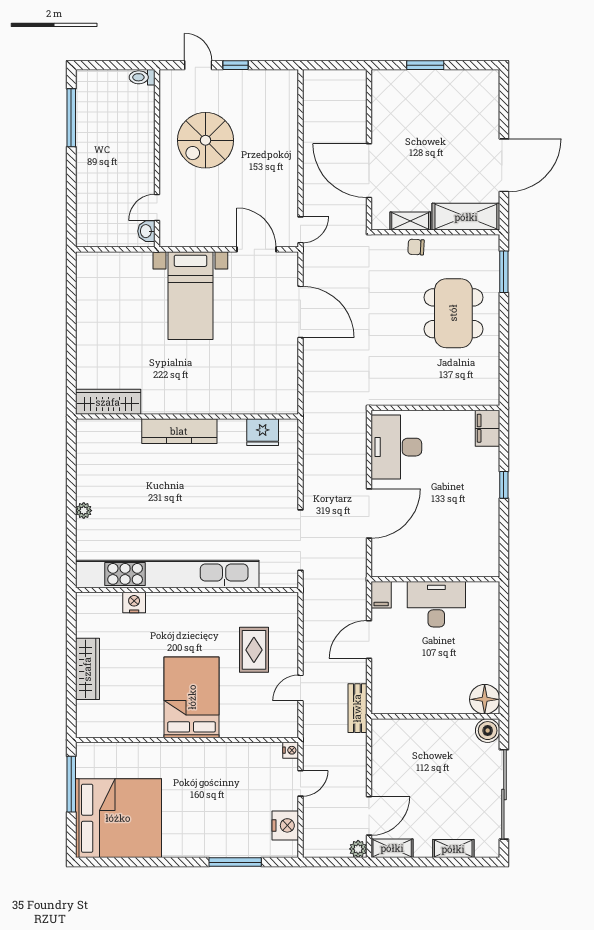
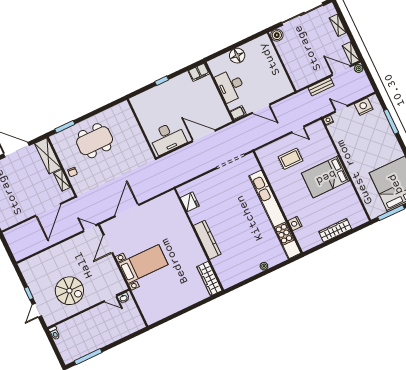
filing cabinet: (488, 428) -> (199, 72), moved
floor lamp: (485, 699) -> (237, 56), moved
bench: (357, 708) -> (321, 87), moved

